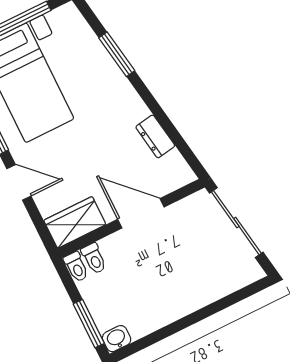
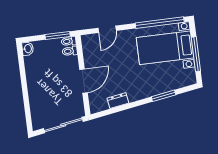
door: (19, 182) -> (107, 29), moved
wardrobe: (75, 222) -> (90, 48), removed
window: (89, 324) -> (58, 36), moved

